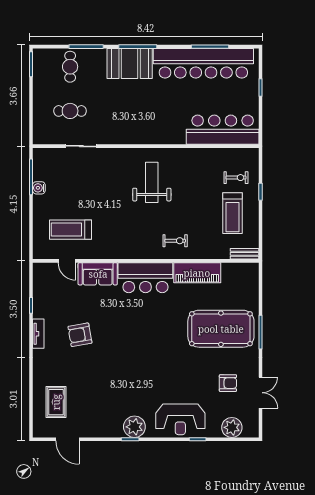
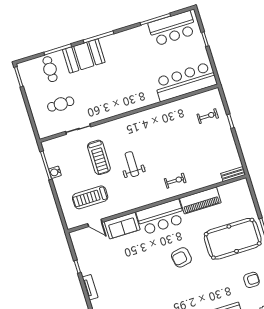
booth: (130, 63) -> (84, 56), moved
bar counter: (203, 63) -> (172, 28), width x0.54
weight bench: (152, 182) -> (132, 164), moved, width x0.73, depth x0.75
treadmill: (233, 213) -> (99, 157), moved
armchair: (80, 335) -> (181, 257), moved

